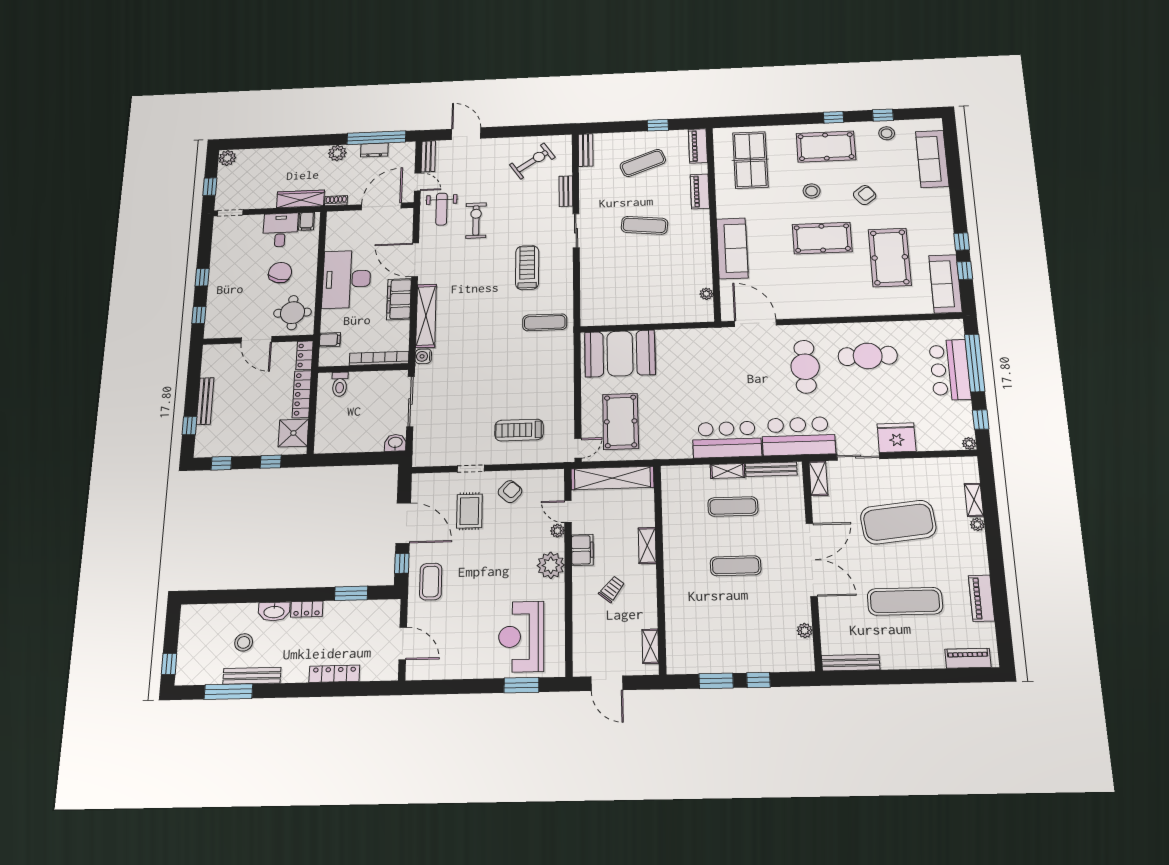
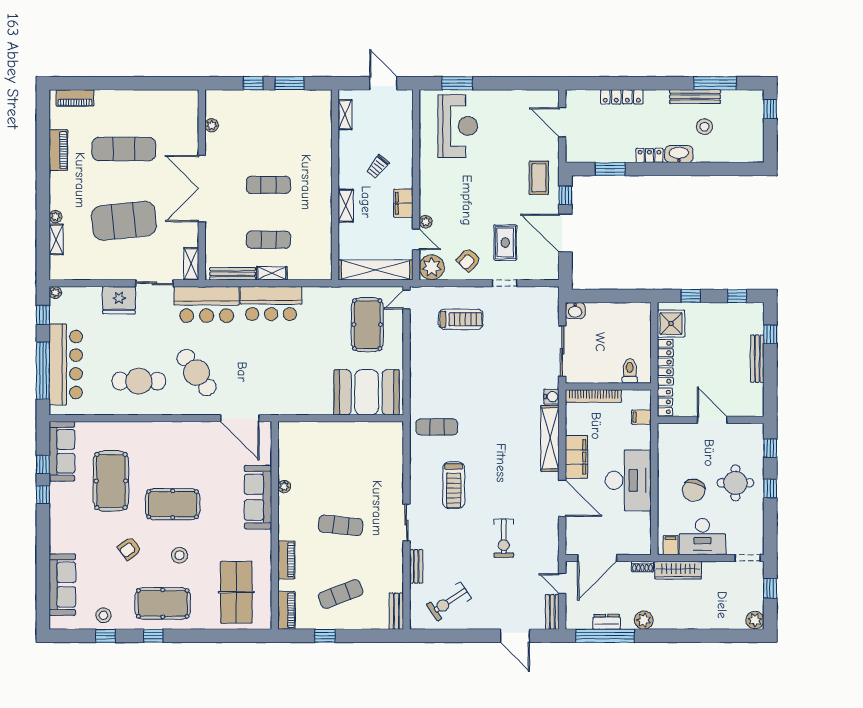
weight bench: (442, 209) -> (538, 552), removed
desk: (280, 230) -> (702, 537), width x1.37
plant: (706, 294) -> (284, 487), moved
round table: (292, 313) -> (735, 483), moved
cafe table: (805, 367) -> (197, 373), turned -36
bar counter: (950, 370) -> (66, 365), width x1.36
plant: (551, 565) -> (432, 267), moved
bench: (851, 663) -> (174, 96), removed

